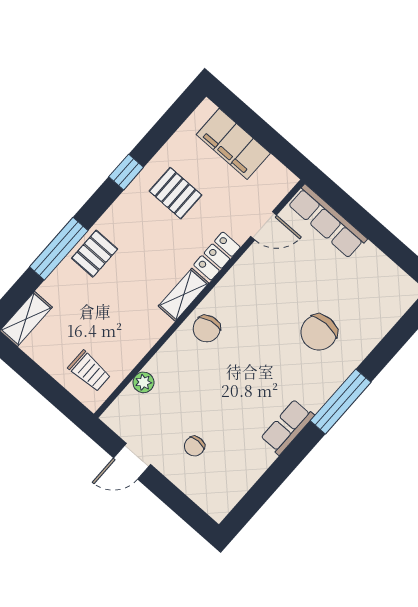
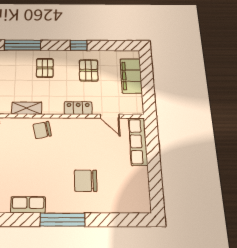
pallet: (95, 254) -> (45, 68), moved, turned 90
shelving: (184, 295) -> (27, 108), moved

